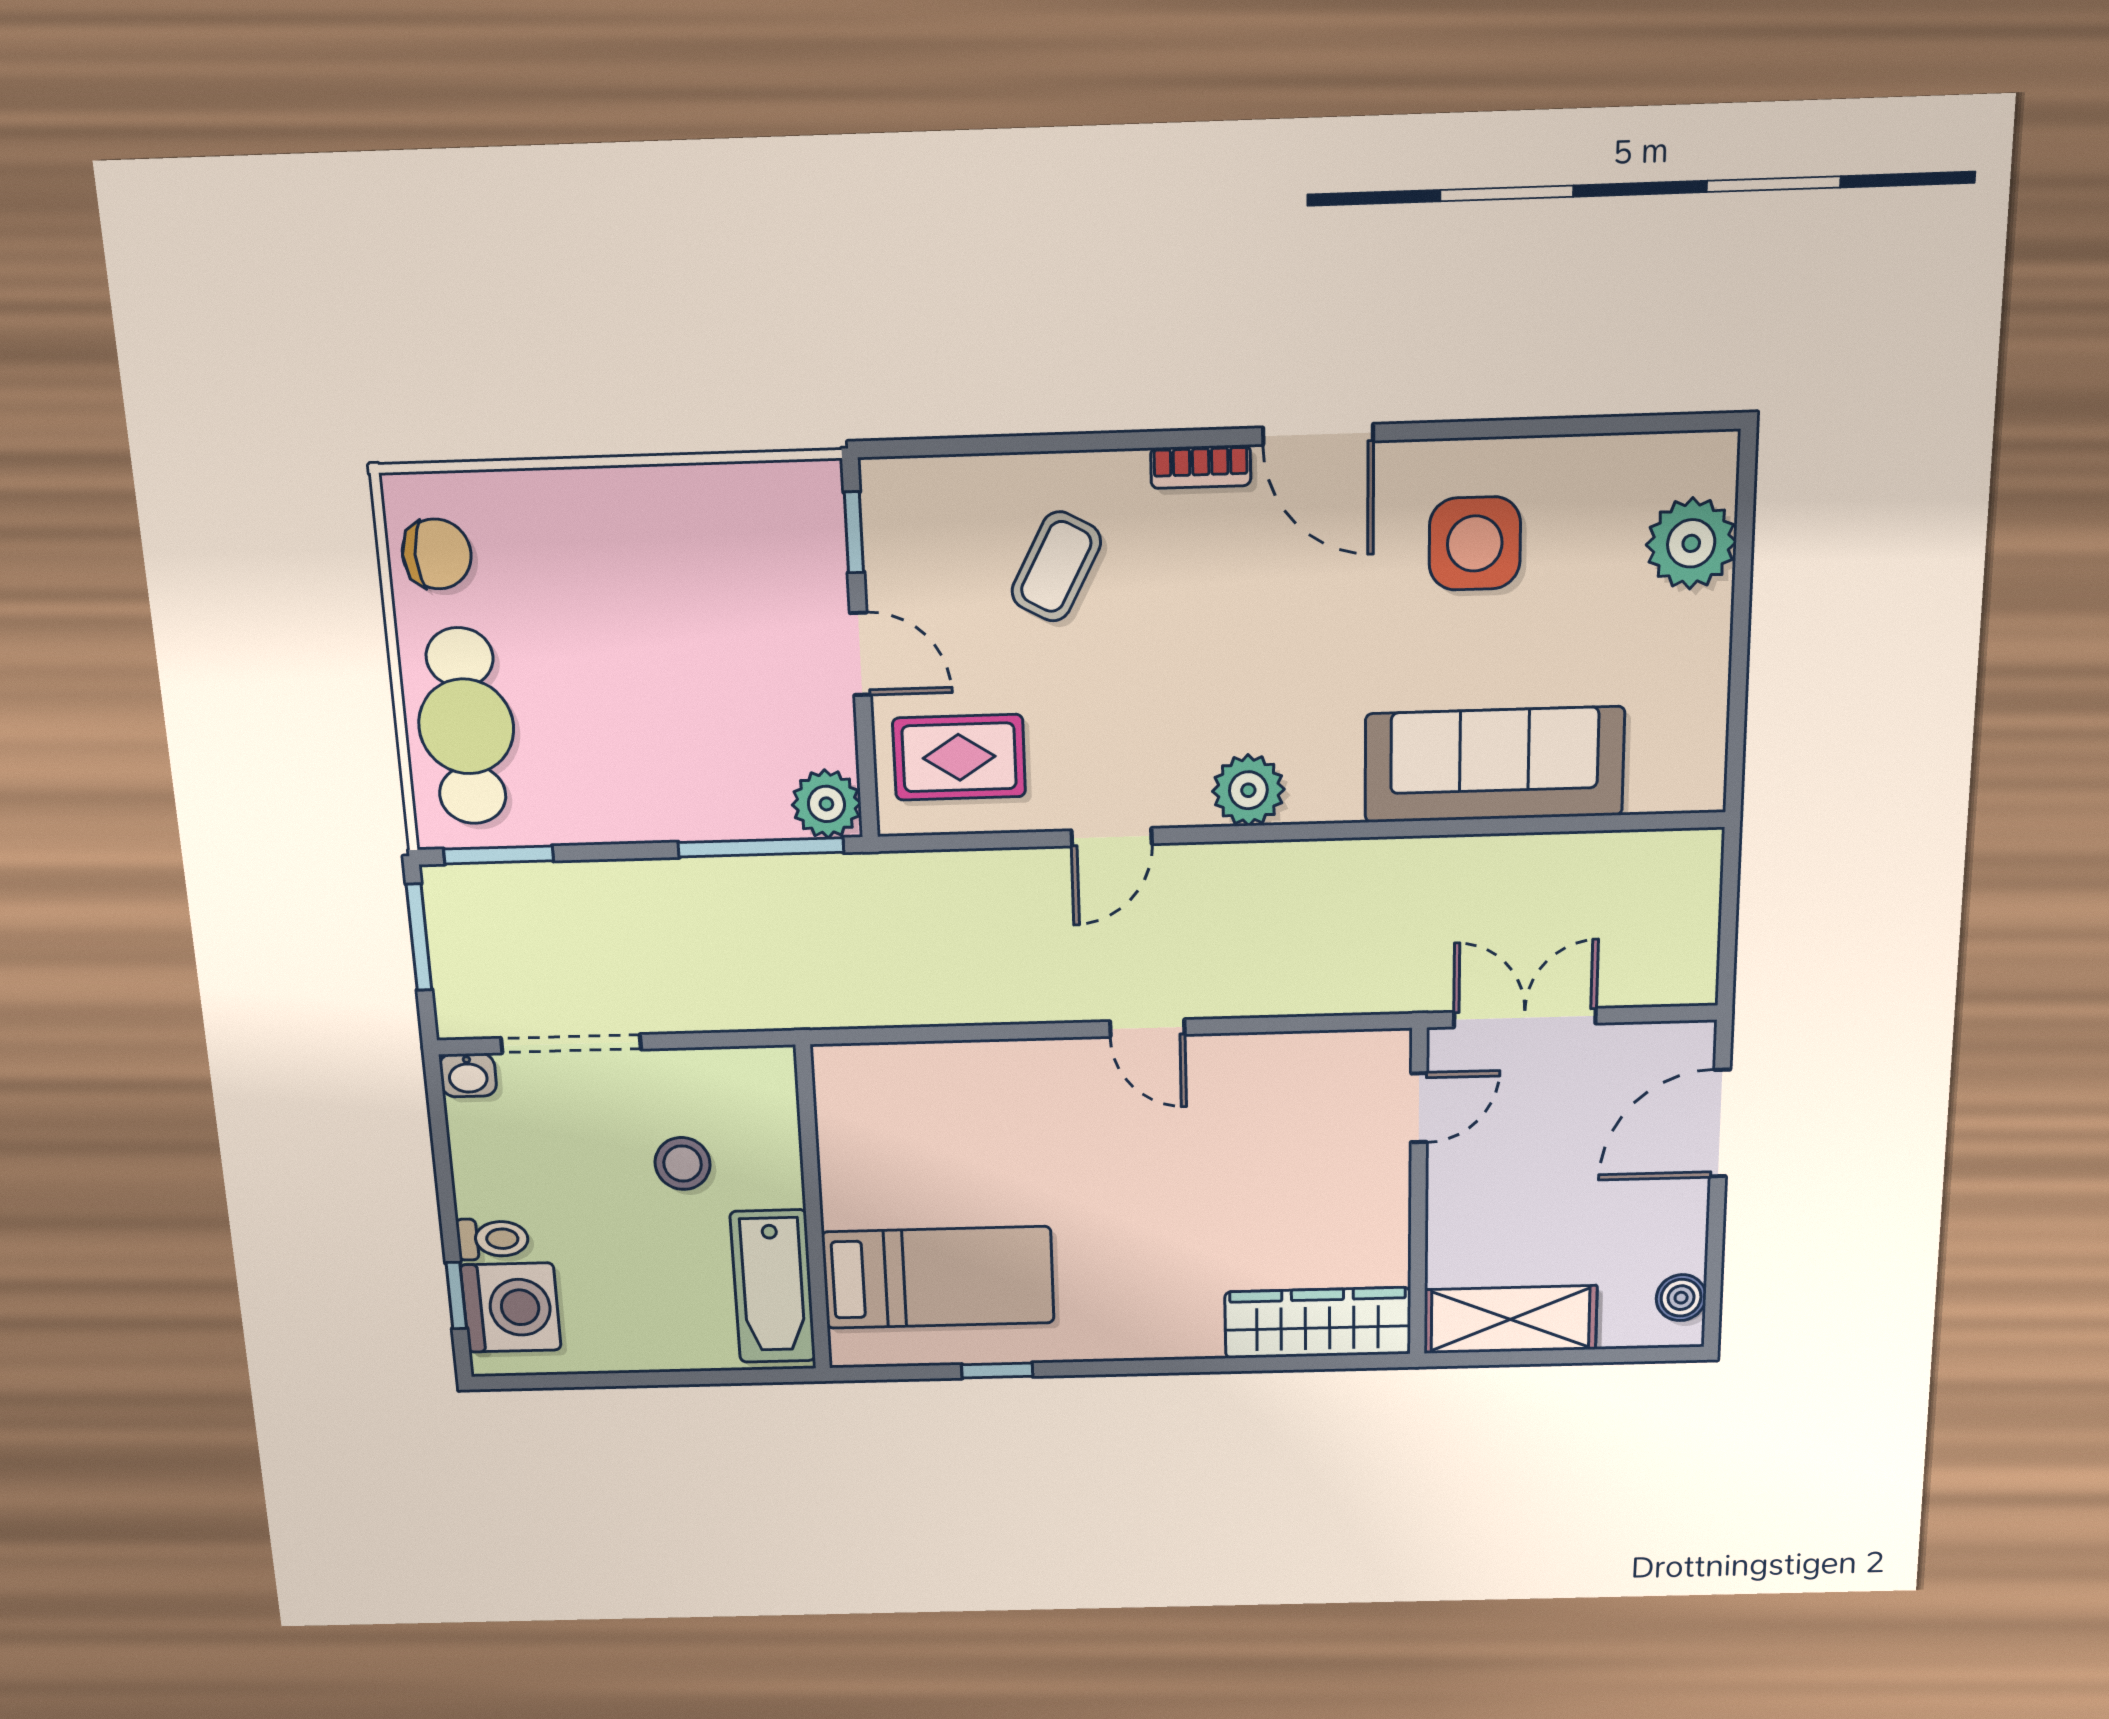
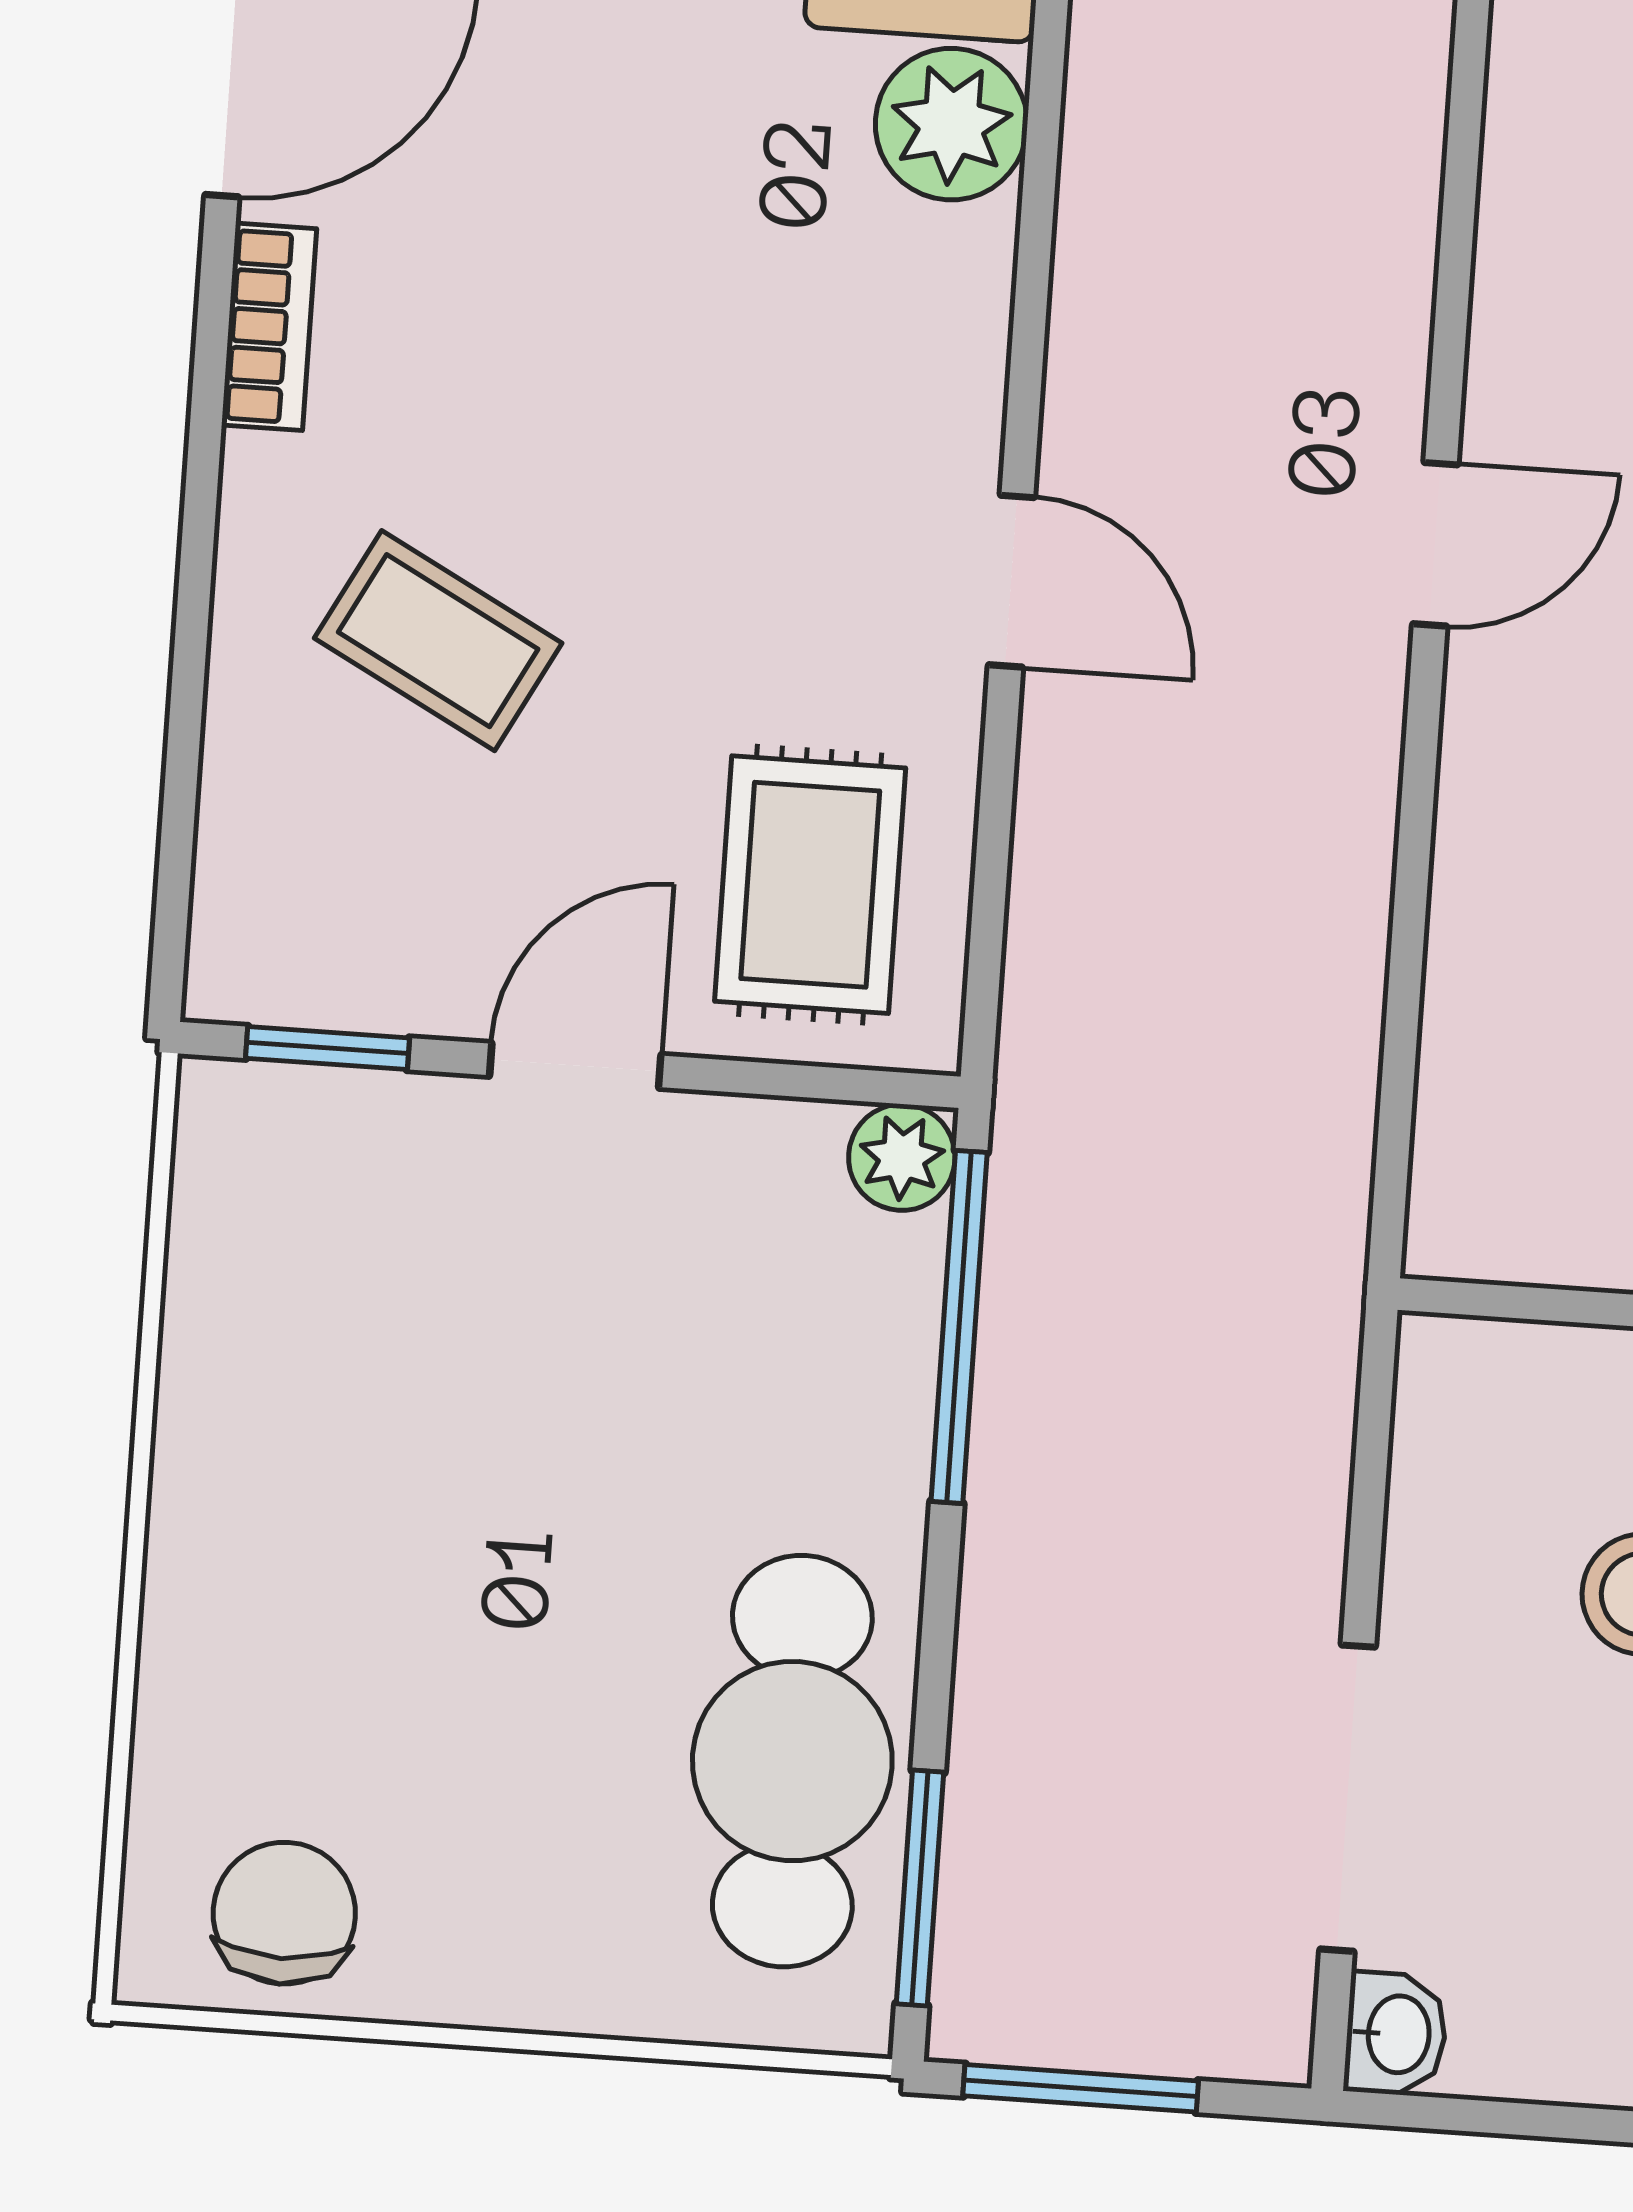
cafe table: (466, 726) -> (792, 1761), moved, turned 90
plant: (1248, 790) -> (951, 124), moved
plant: (826, 804) -> (902, 1157), width x0.73, depth x0.73

